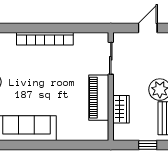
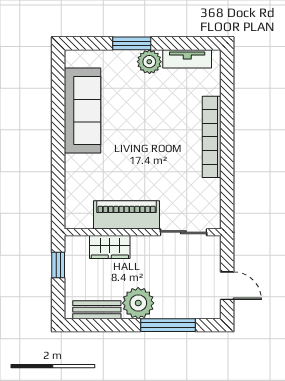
window: (148, 145) -> (58, 265), moved

